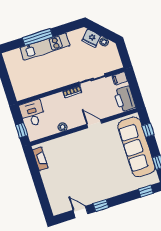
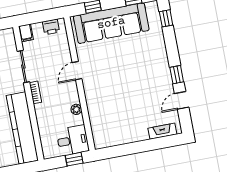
kitchen counter: (42, 85) -> (22, 128), added
printer: (125, 99) -> (51, 27), width x0.53, depth x0.68
desk: (33, 113) -> (73, 140), moved, turned 180
fireplace: (40, 159) -> (162, 131), moved

